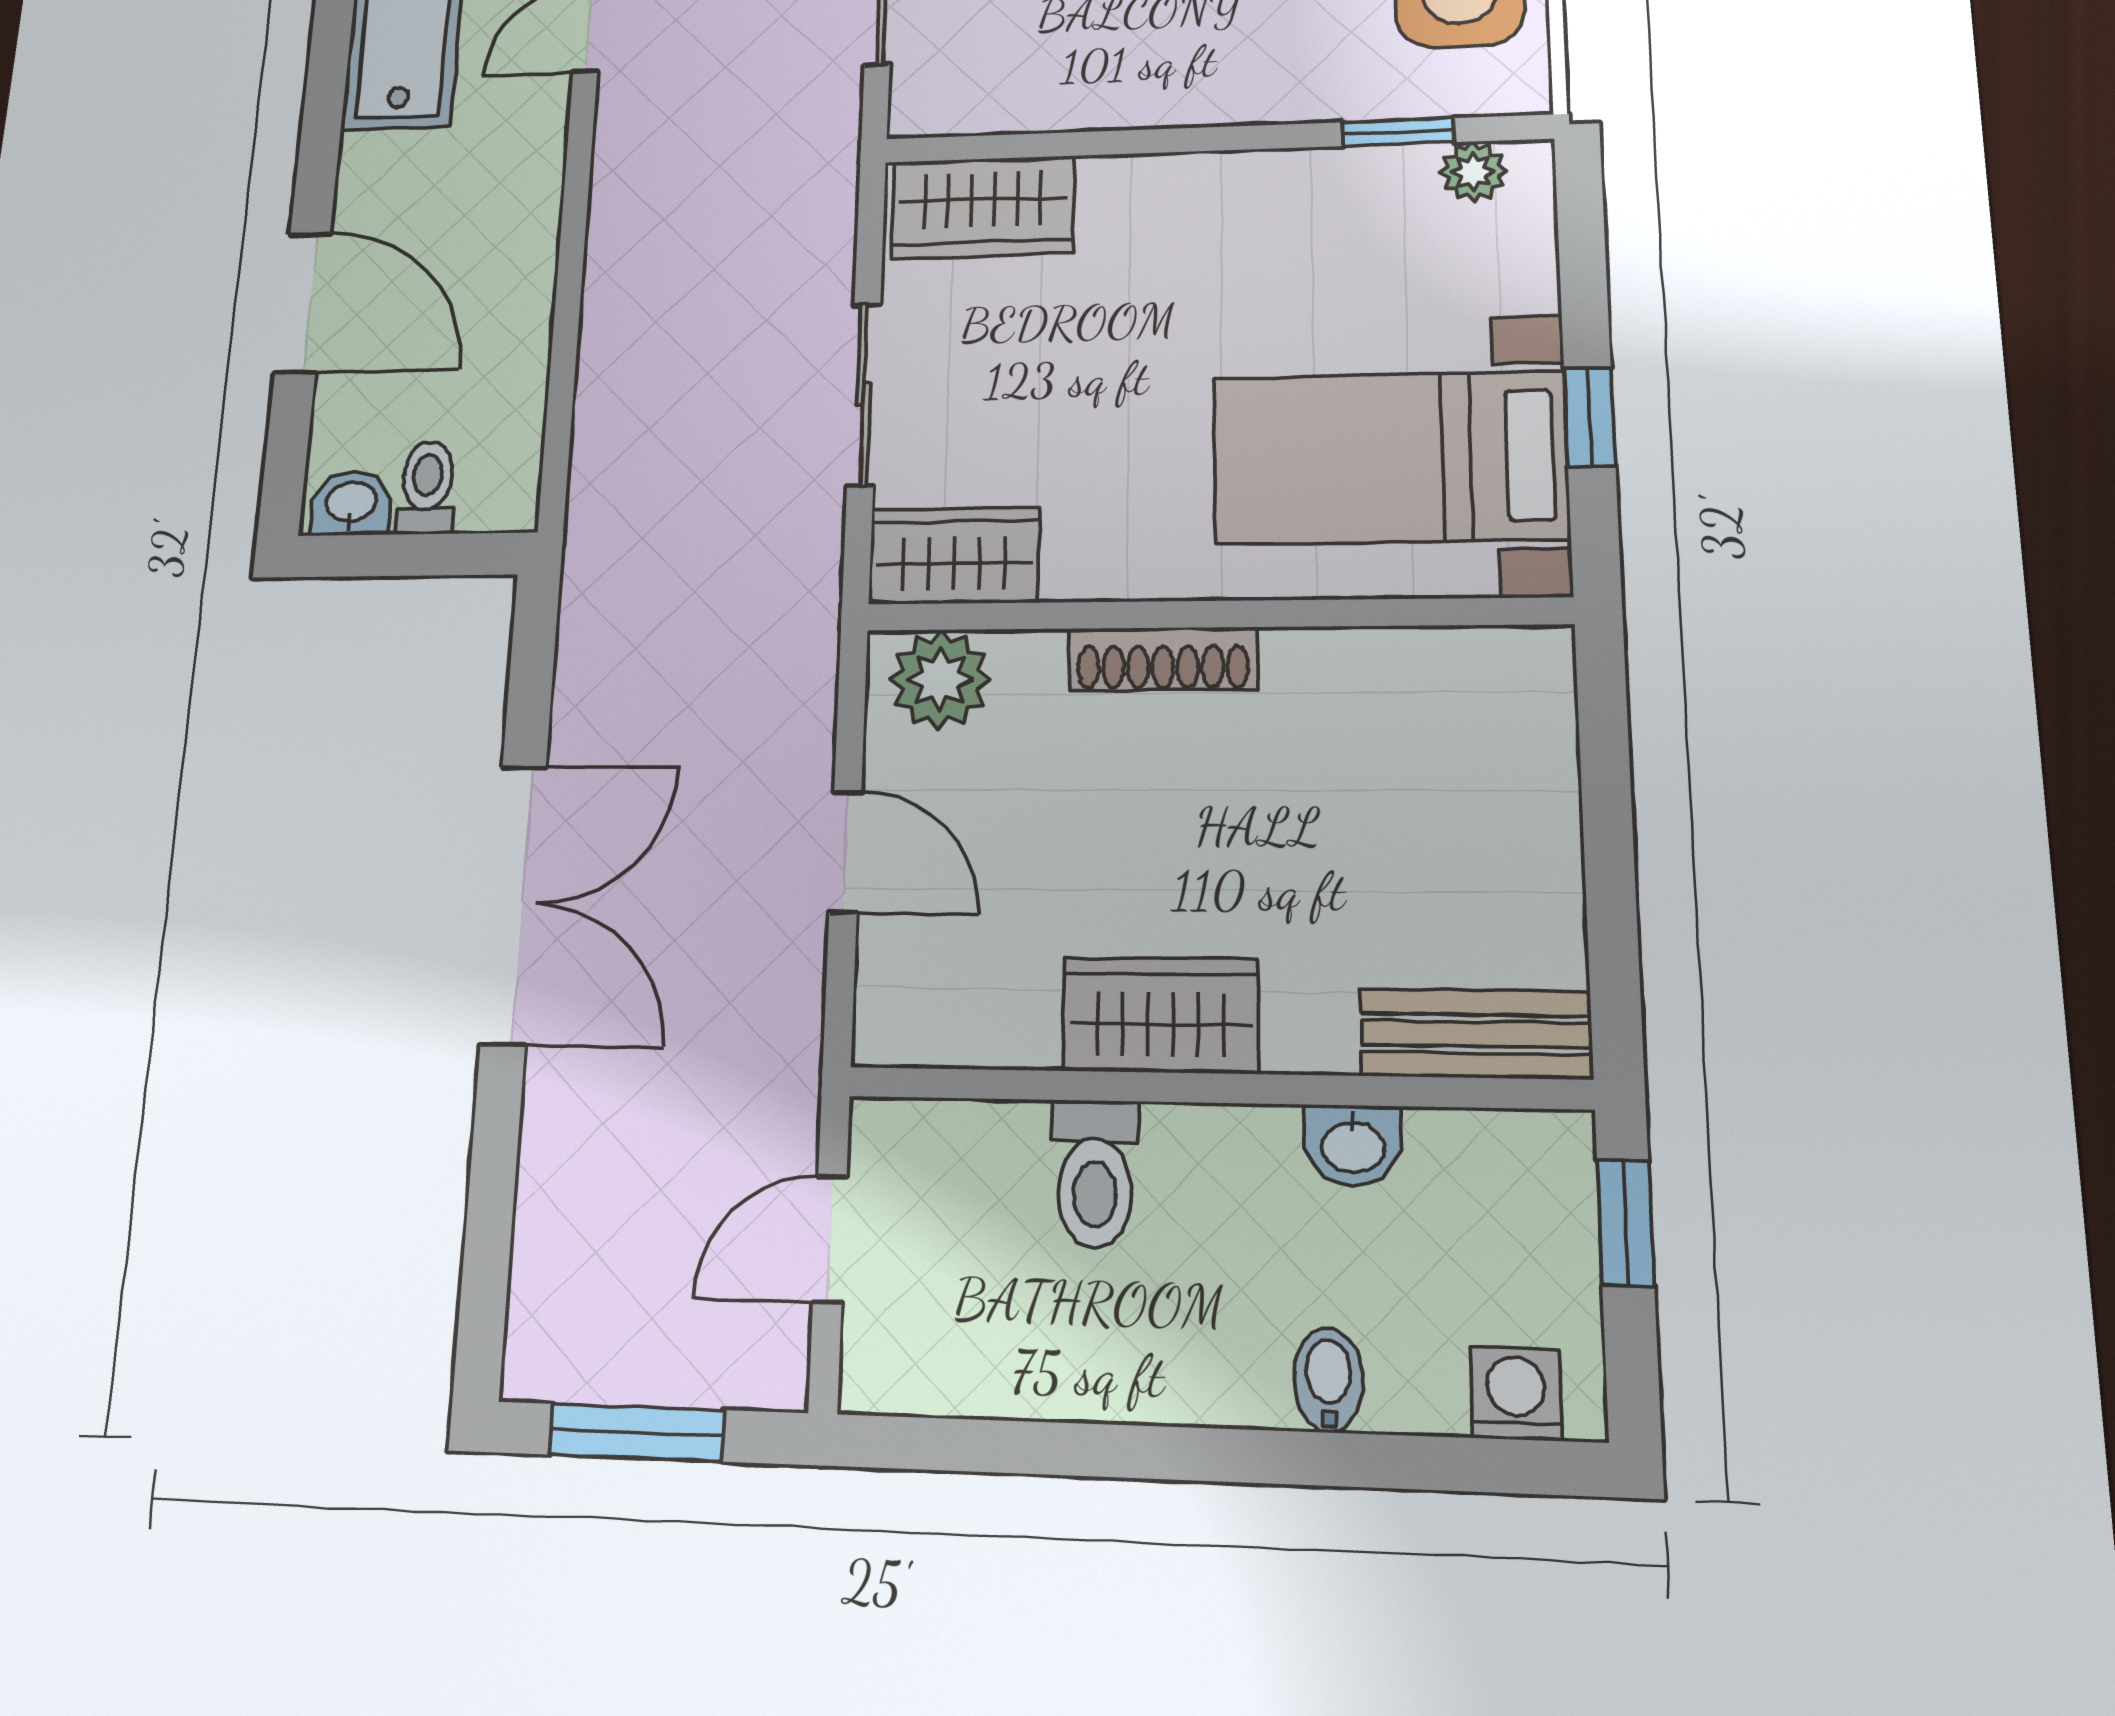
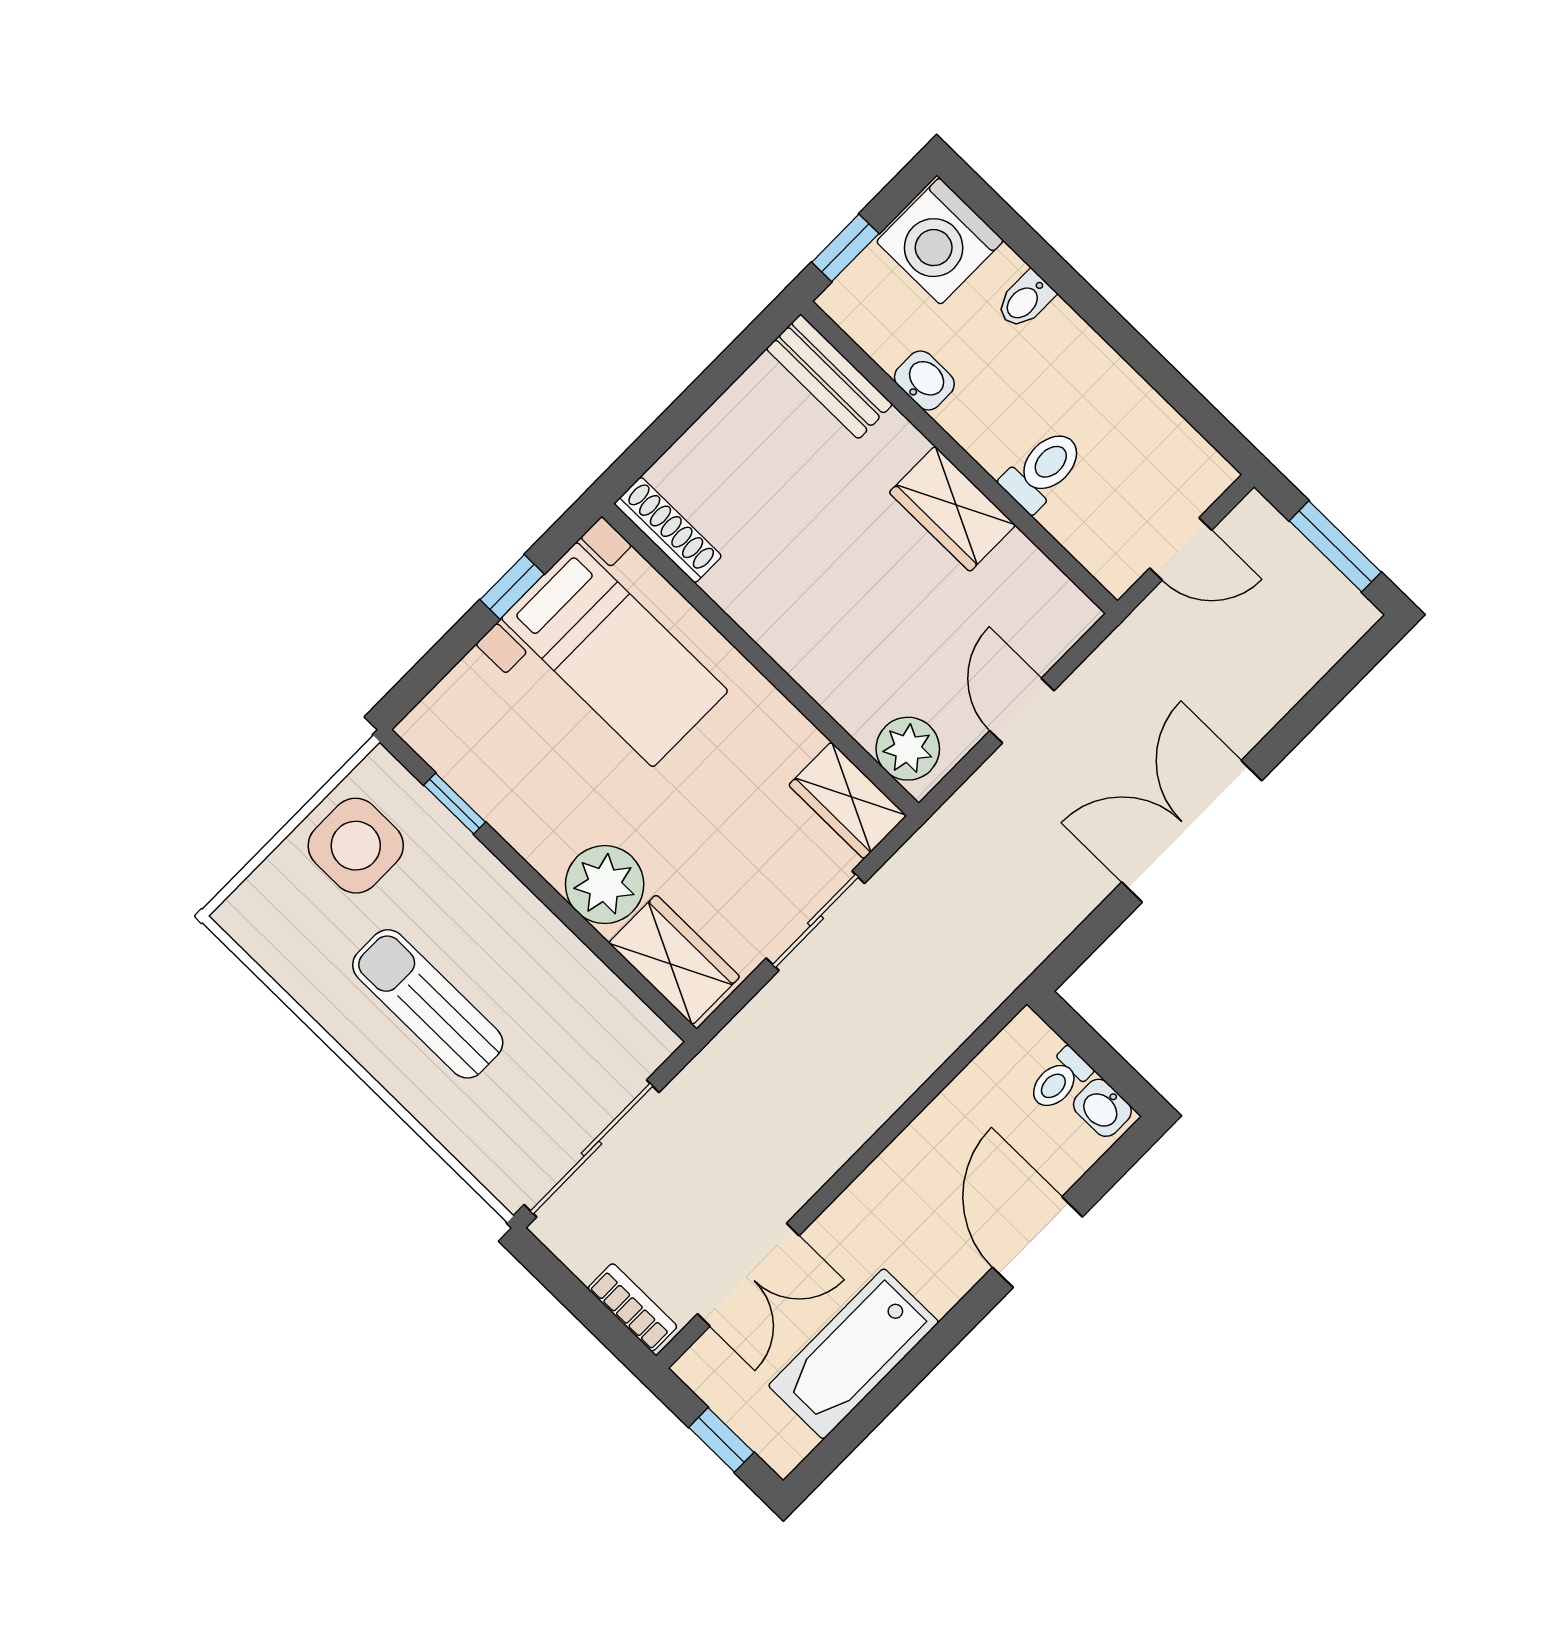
plant: (1473, 172) -> (605, 885), moved, width x1.87, depth x1.87
shoe rack: (1163, 659) -> (668, 530), moved
washing machine: (1516, 1393) -> (940, 241), width x1.89, depth x1.89

